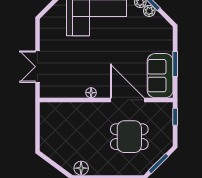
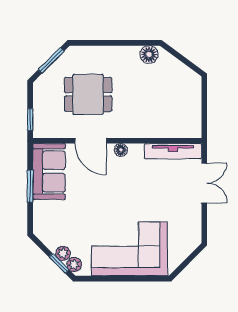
tv unit: (62, 92) -> (173, 151), added
floor lamp: (91, 93) -> (121, 150), moved
door: (127, 100) -> (91, 141), width x0.73

